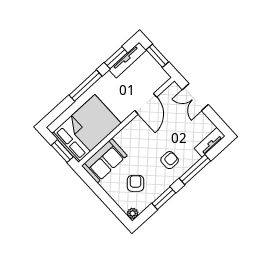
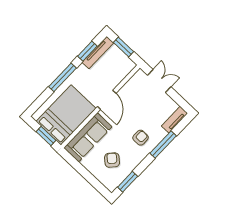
double door: (195, 97) -> (159, 81), swing flipped
door: (146, 104) -> (107, 100), moved
sofa: (104, 161) -> (88, 137), width x1.36
window: (164, 198) -> (128, 182), moved
plant: (133, 213) -> (111, 187), removed

